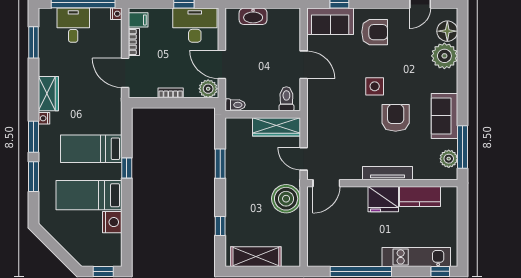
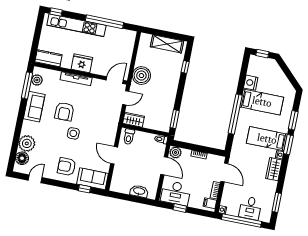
wardrobe: (276, 127) -> (134, 120), width x0.67
bed: (91, 149) -> (267, 139), moved, turned 180
door: (304, 159) -> (126, 98), hinge flipped
window: (220, 164) -> (175, 119), moved
window: (127, 168) -> (235, 114), width x3.17
kitchen counter: (420, 196) -> (49, 58), moved
kitchen unit: (416, 257) -> (76, 25), width x1.36

